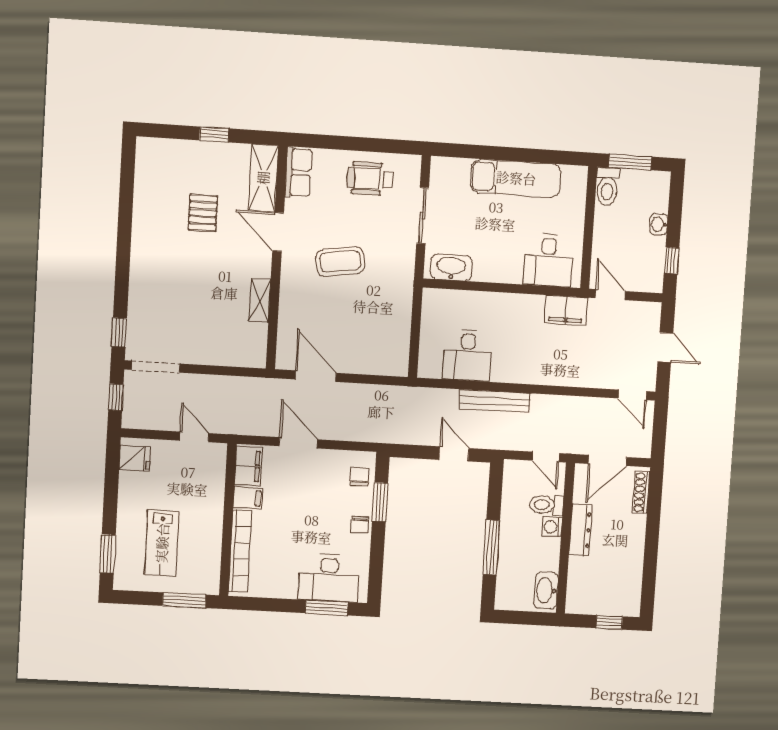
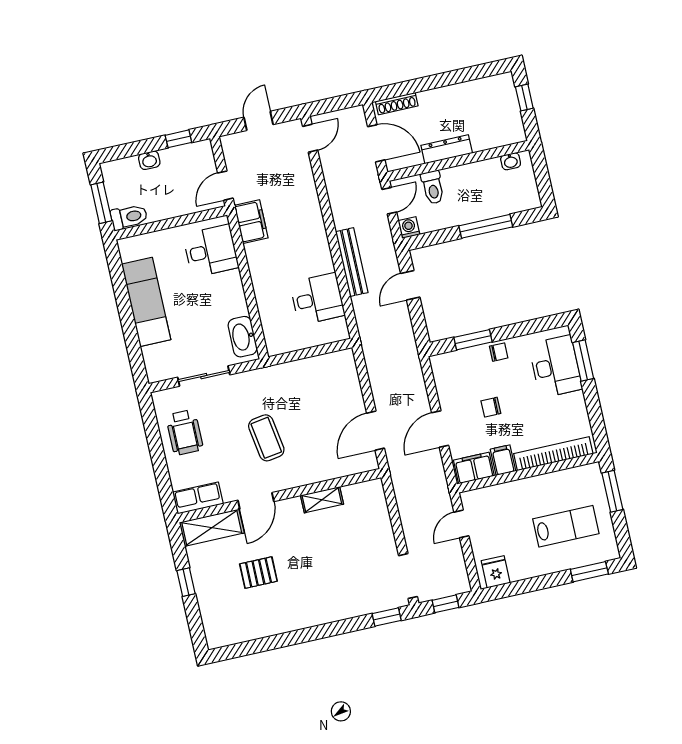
chair: (360, 477) -> (491, 407), moved
washing machine: (552, 527) -> (409, 227), moved, turned 180
washbasin: (546, 590) -> (511, 161), width x0.52, depth x0.69

